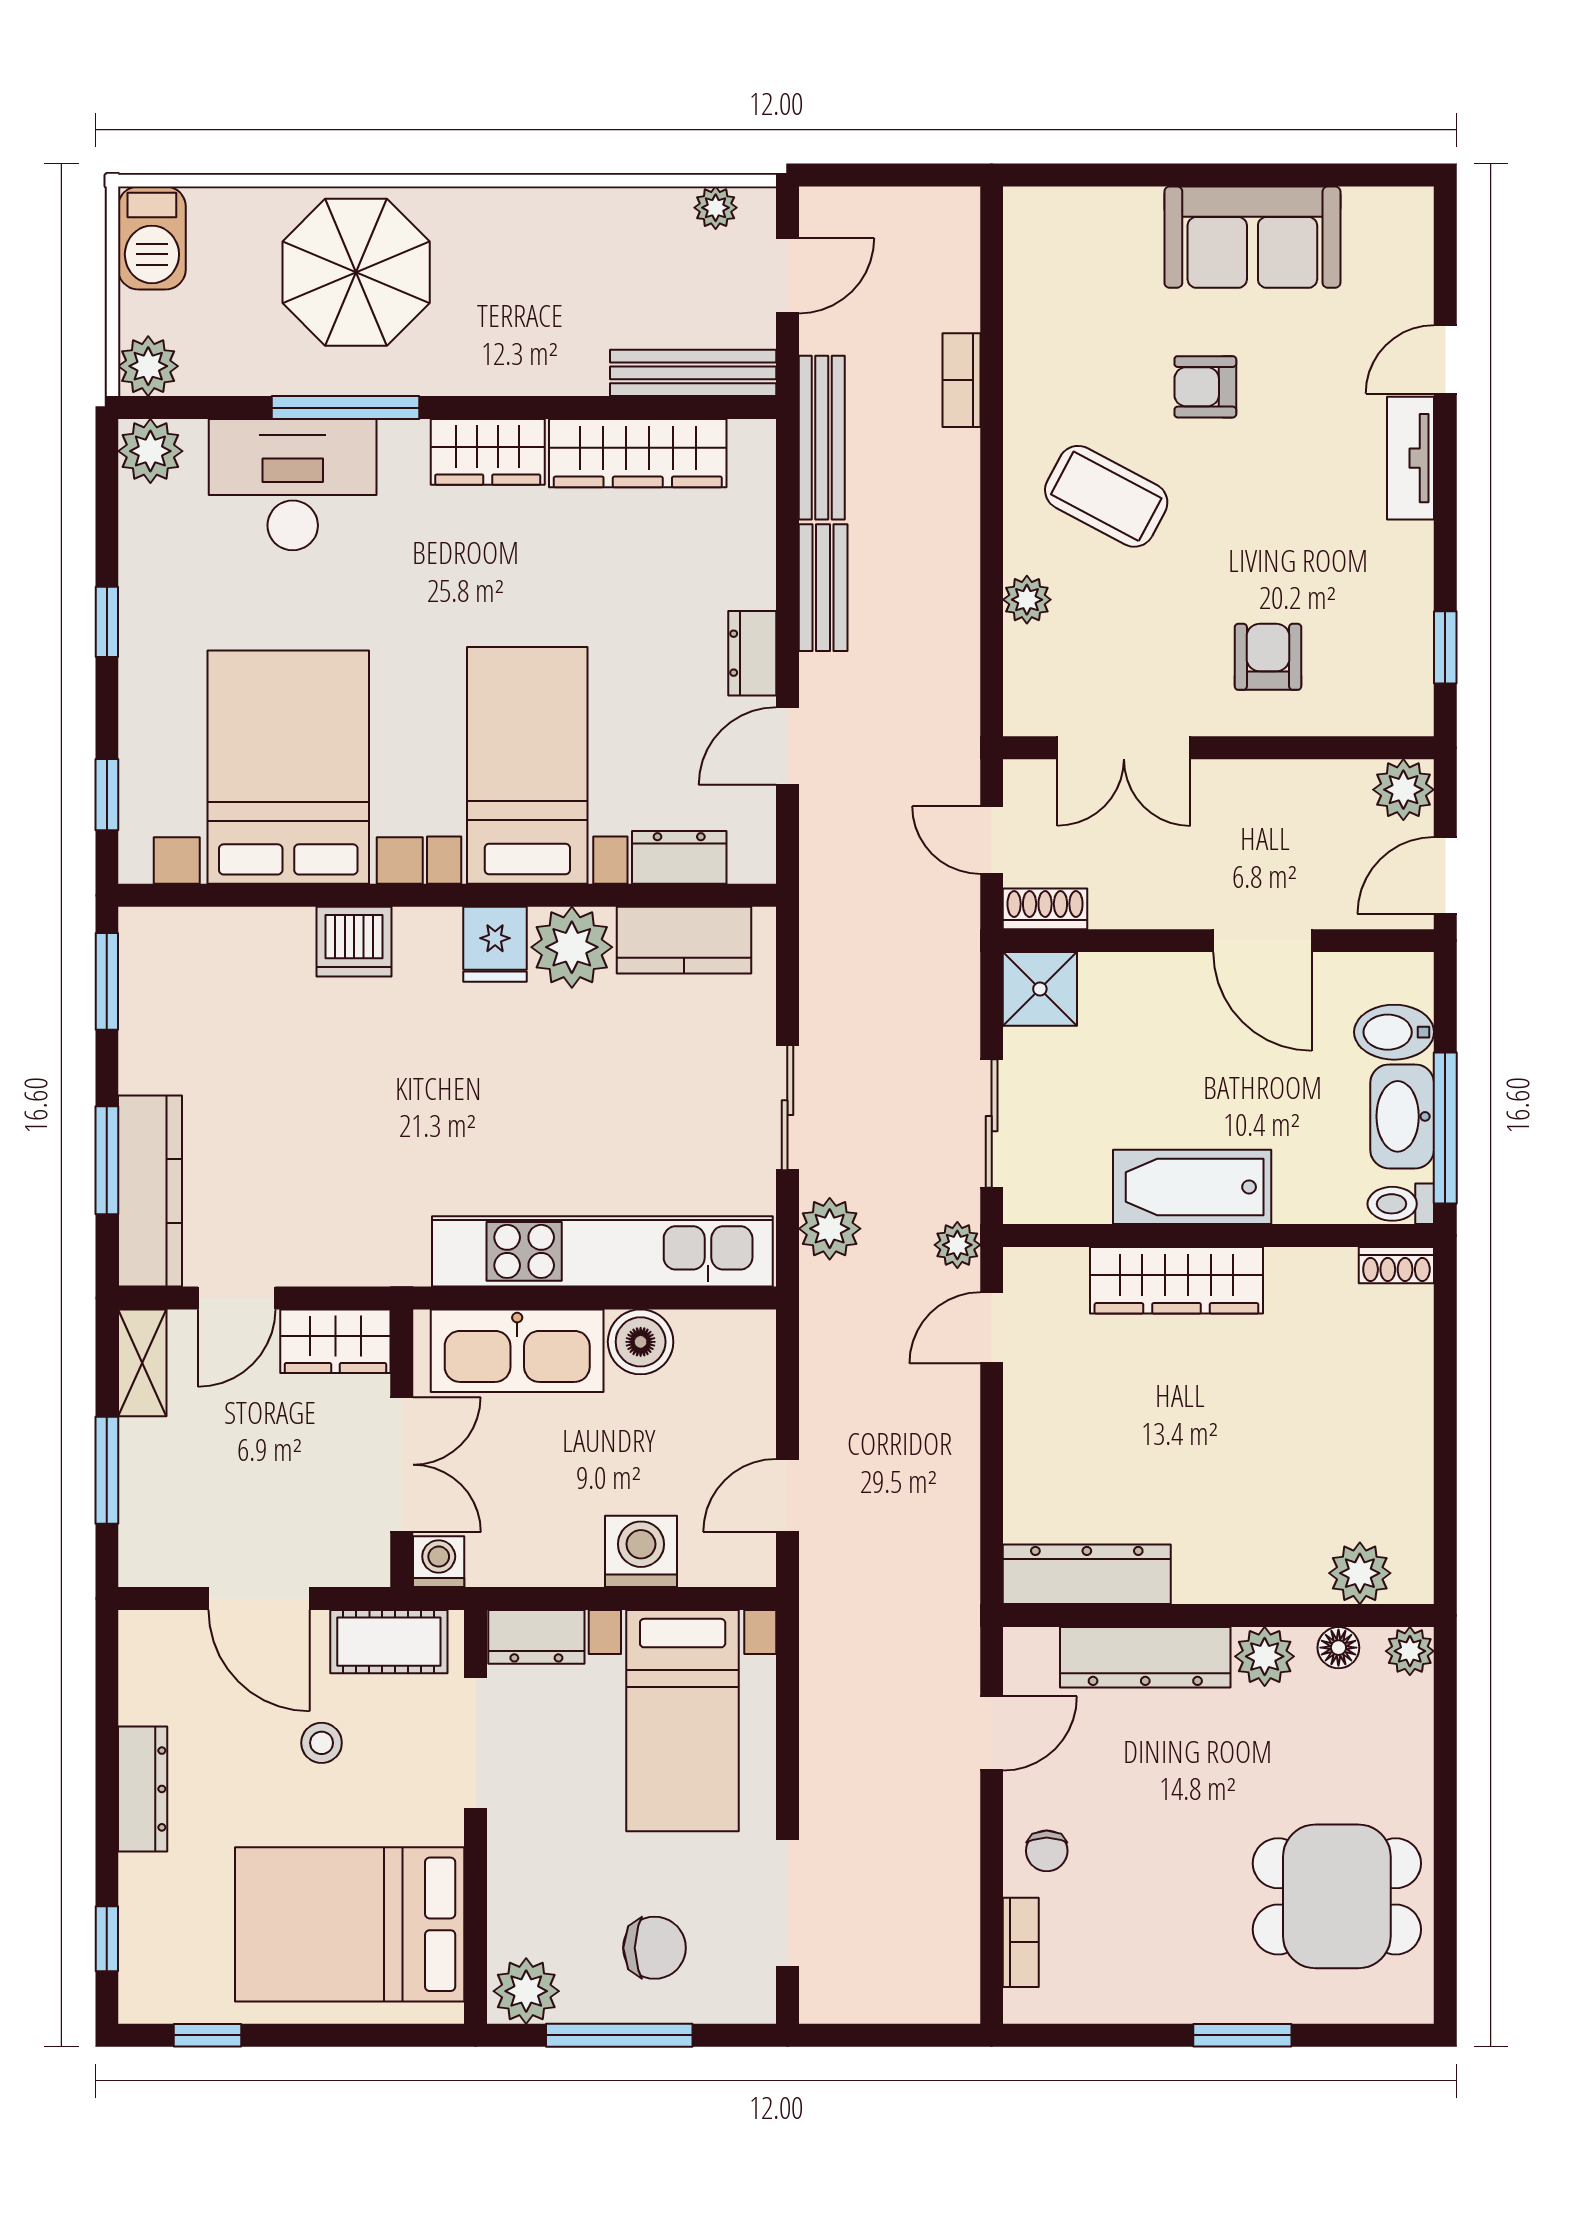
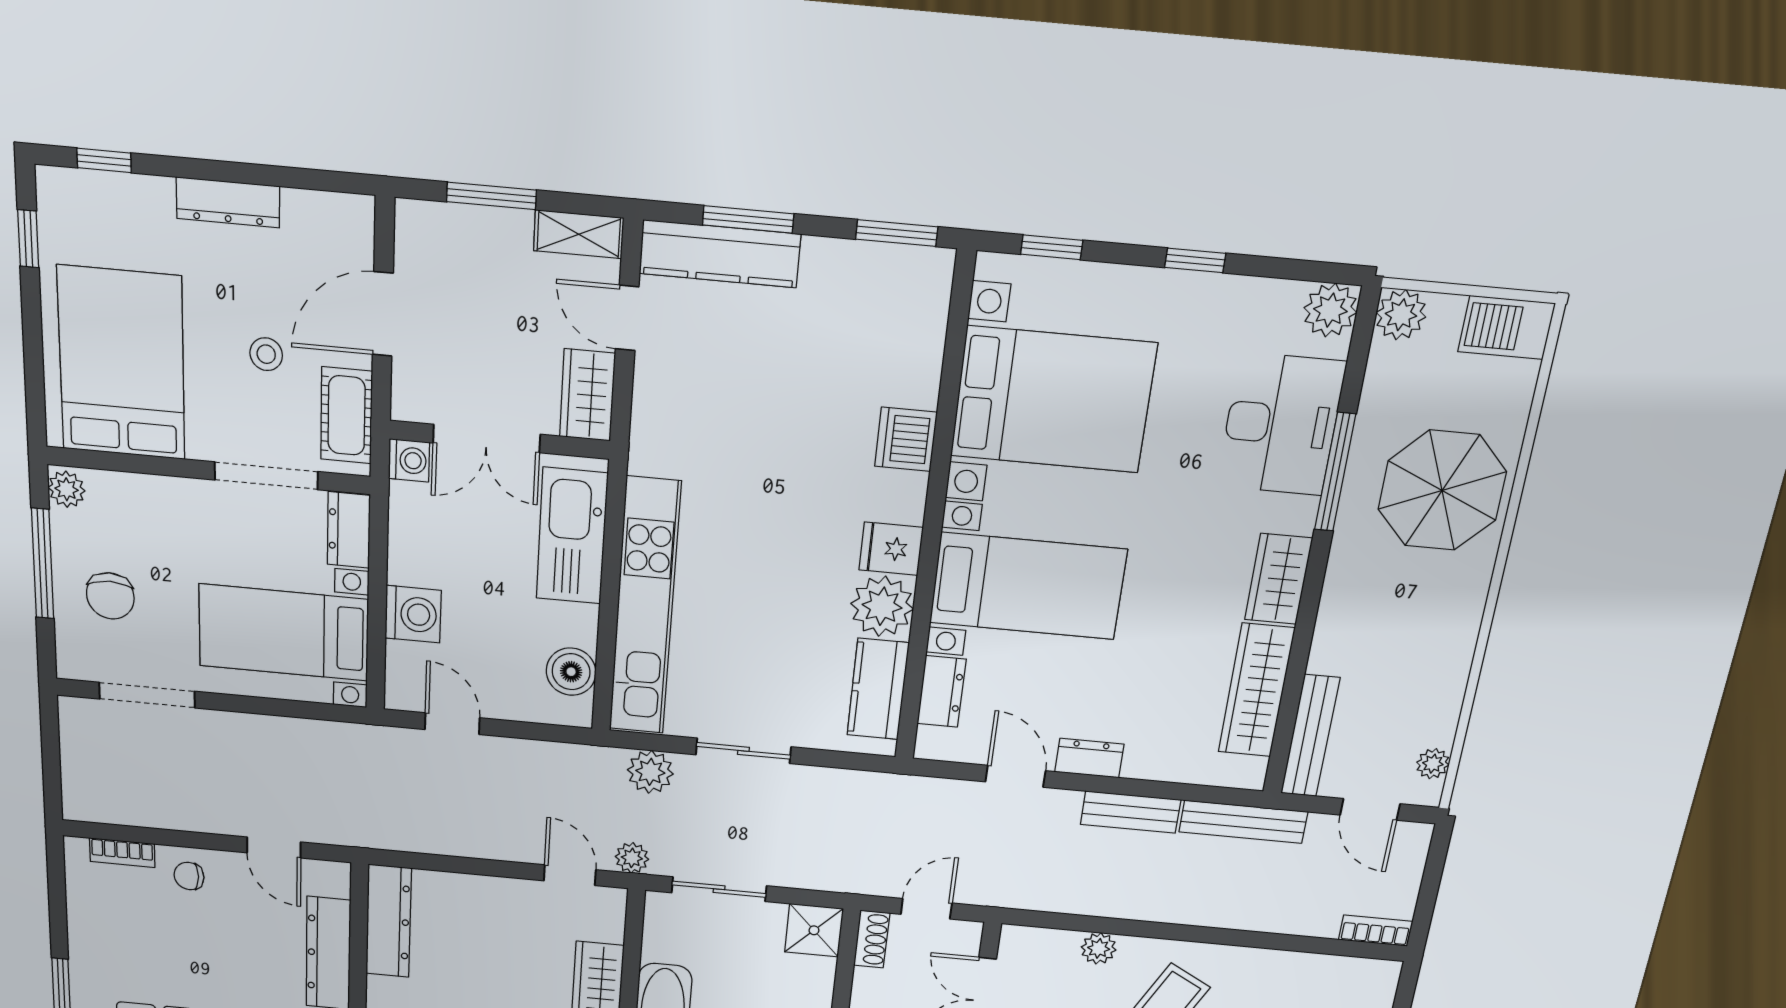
bookcase: (961, 380) -> (1376, 931), moved
boiler: (641, 1342) -> (571, 672), moved
plant: (526, 1991) -> (67, 489), width x0.73, depth x0.73

